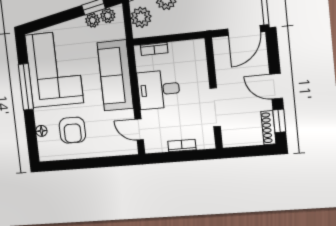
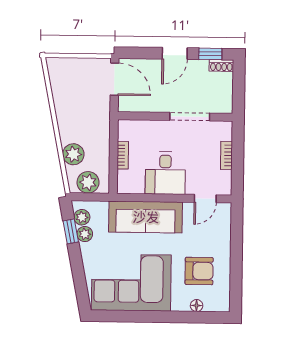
bookcase: (154, 49) -> (123, 155), moved
window: (26, 87) -> (147, 317), removed
shoe rack: (268, 128) -> (221, 66), width x0.70

